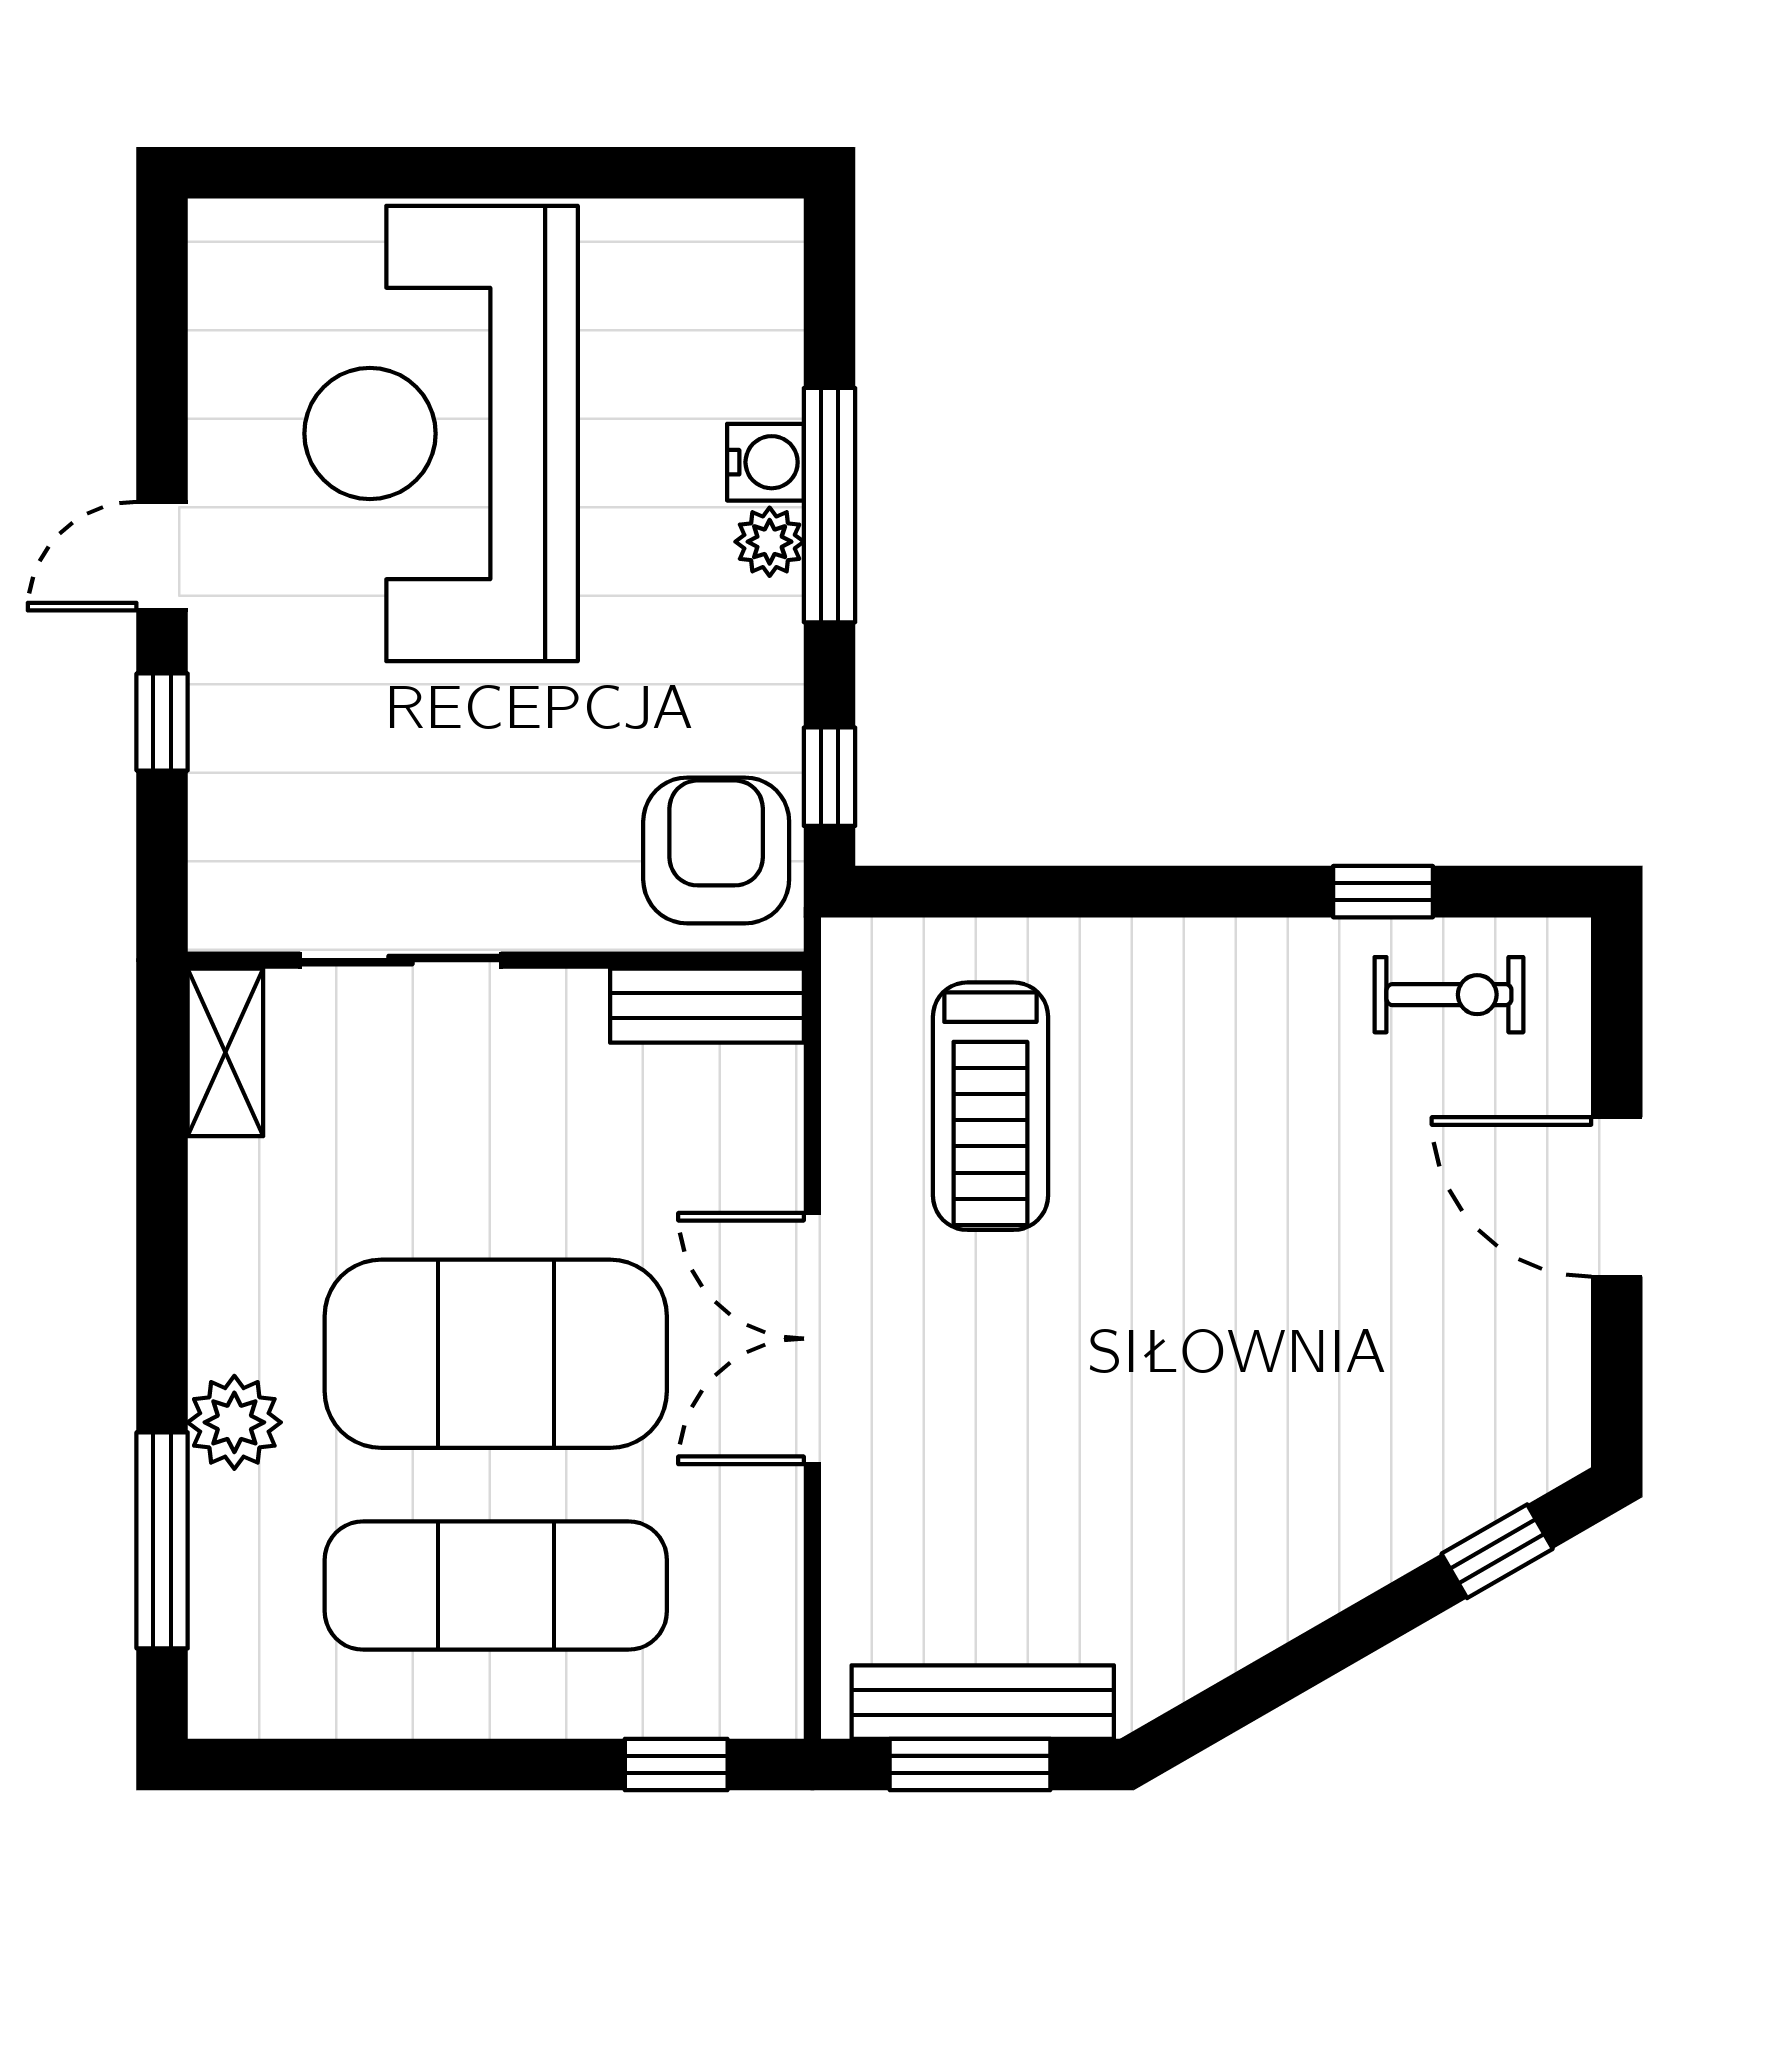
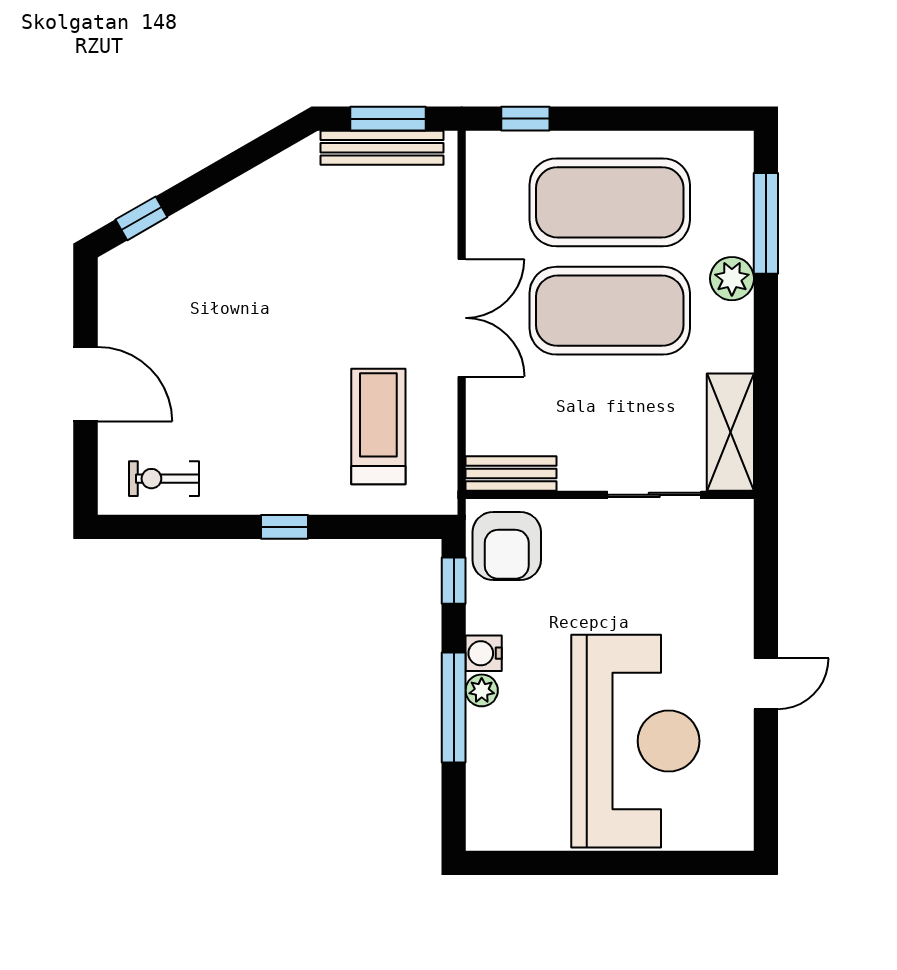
water cooler: (765, 462) -> (484, 653), moved
window: (162, 722) -> (766, 606), removed
window: (1383, 892) -> (284, 527), moved
shelving: (225, 1052) -> (730, 432), width x1.50, depth x1.33
exercise mat: (496, 1586) -> (610, 202), width x1.47

